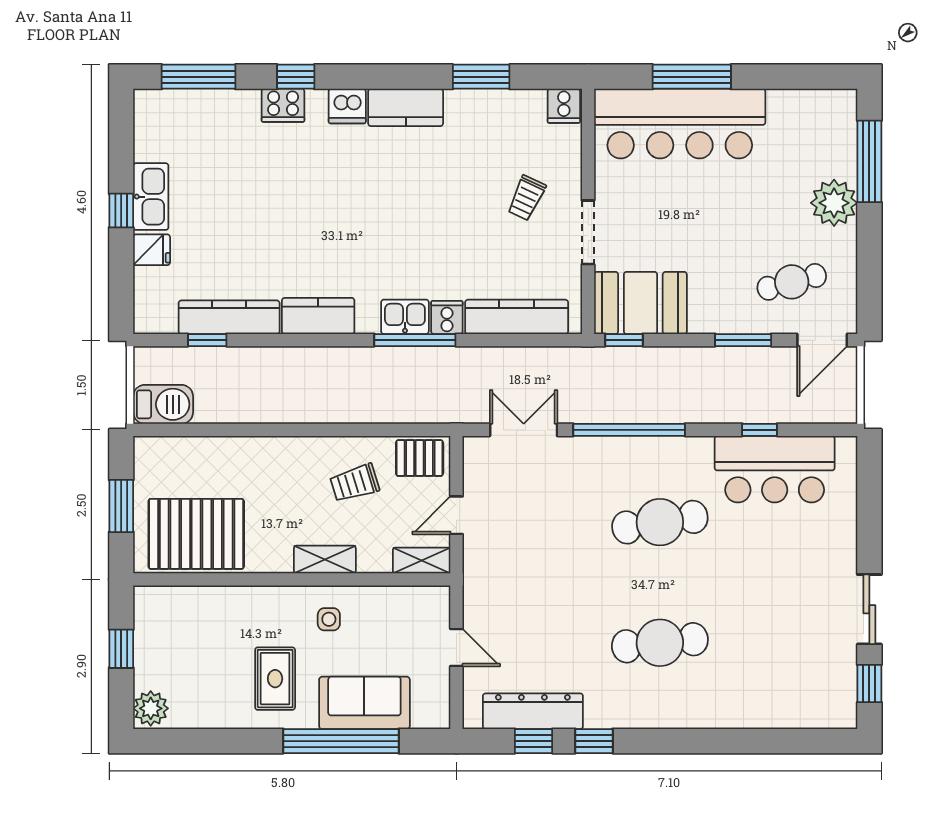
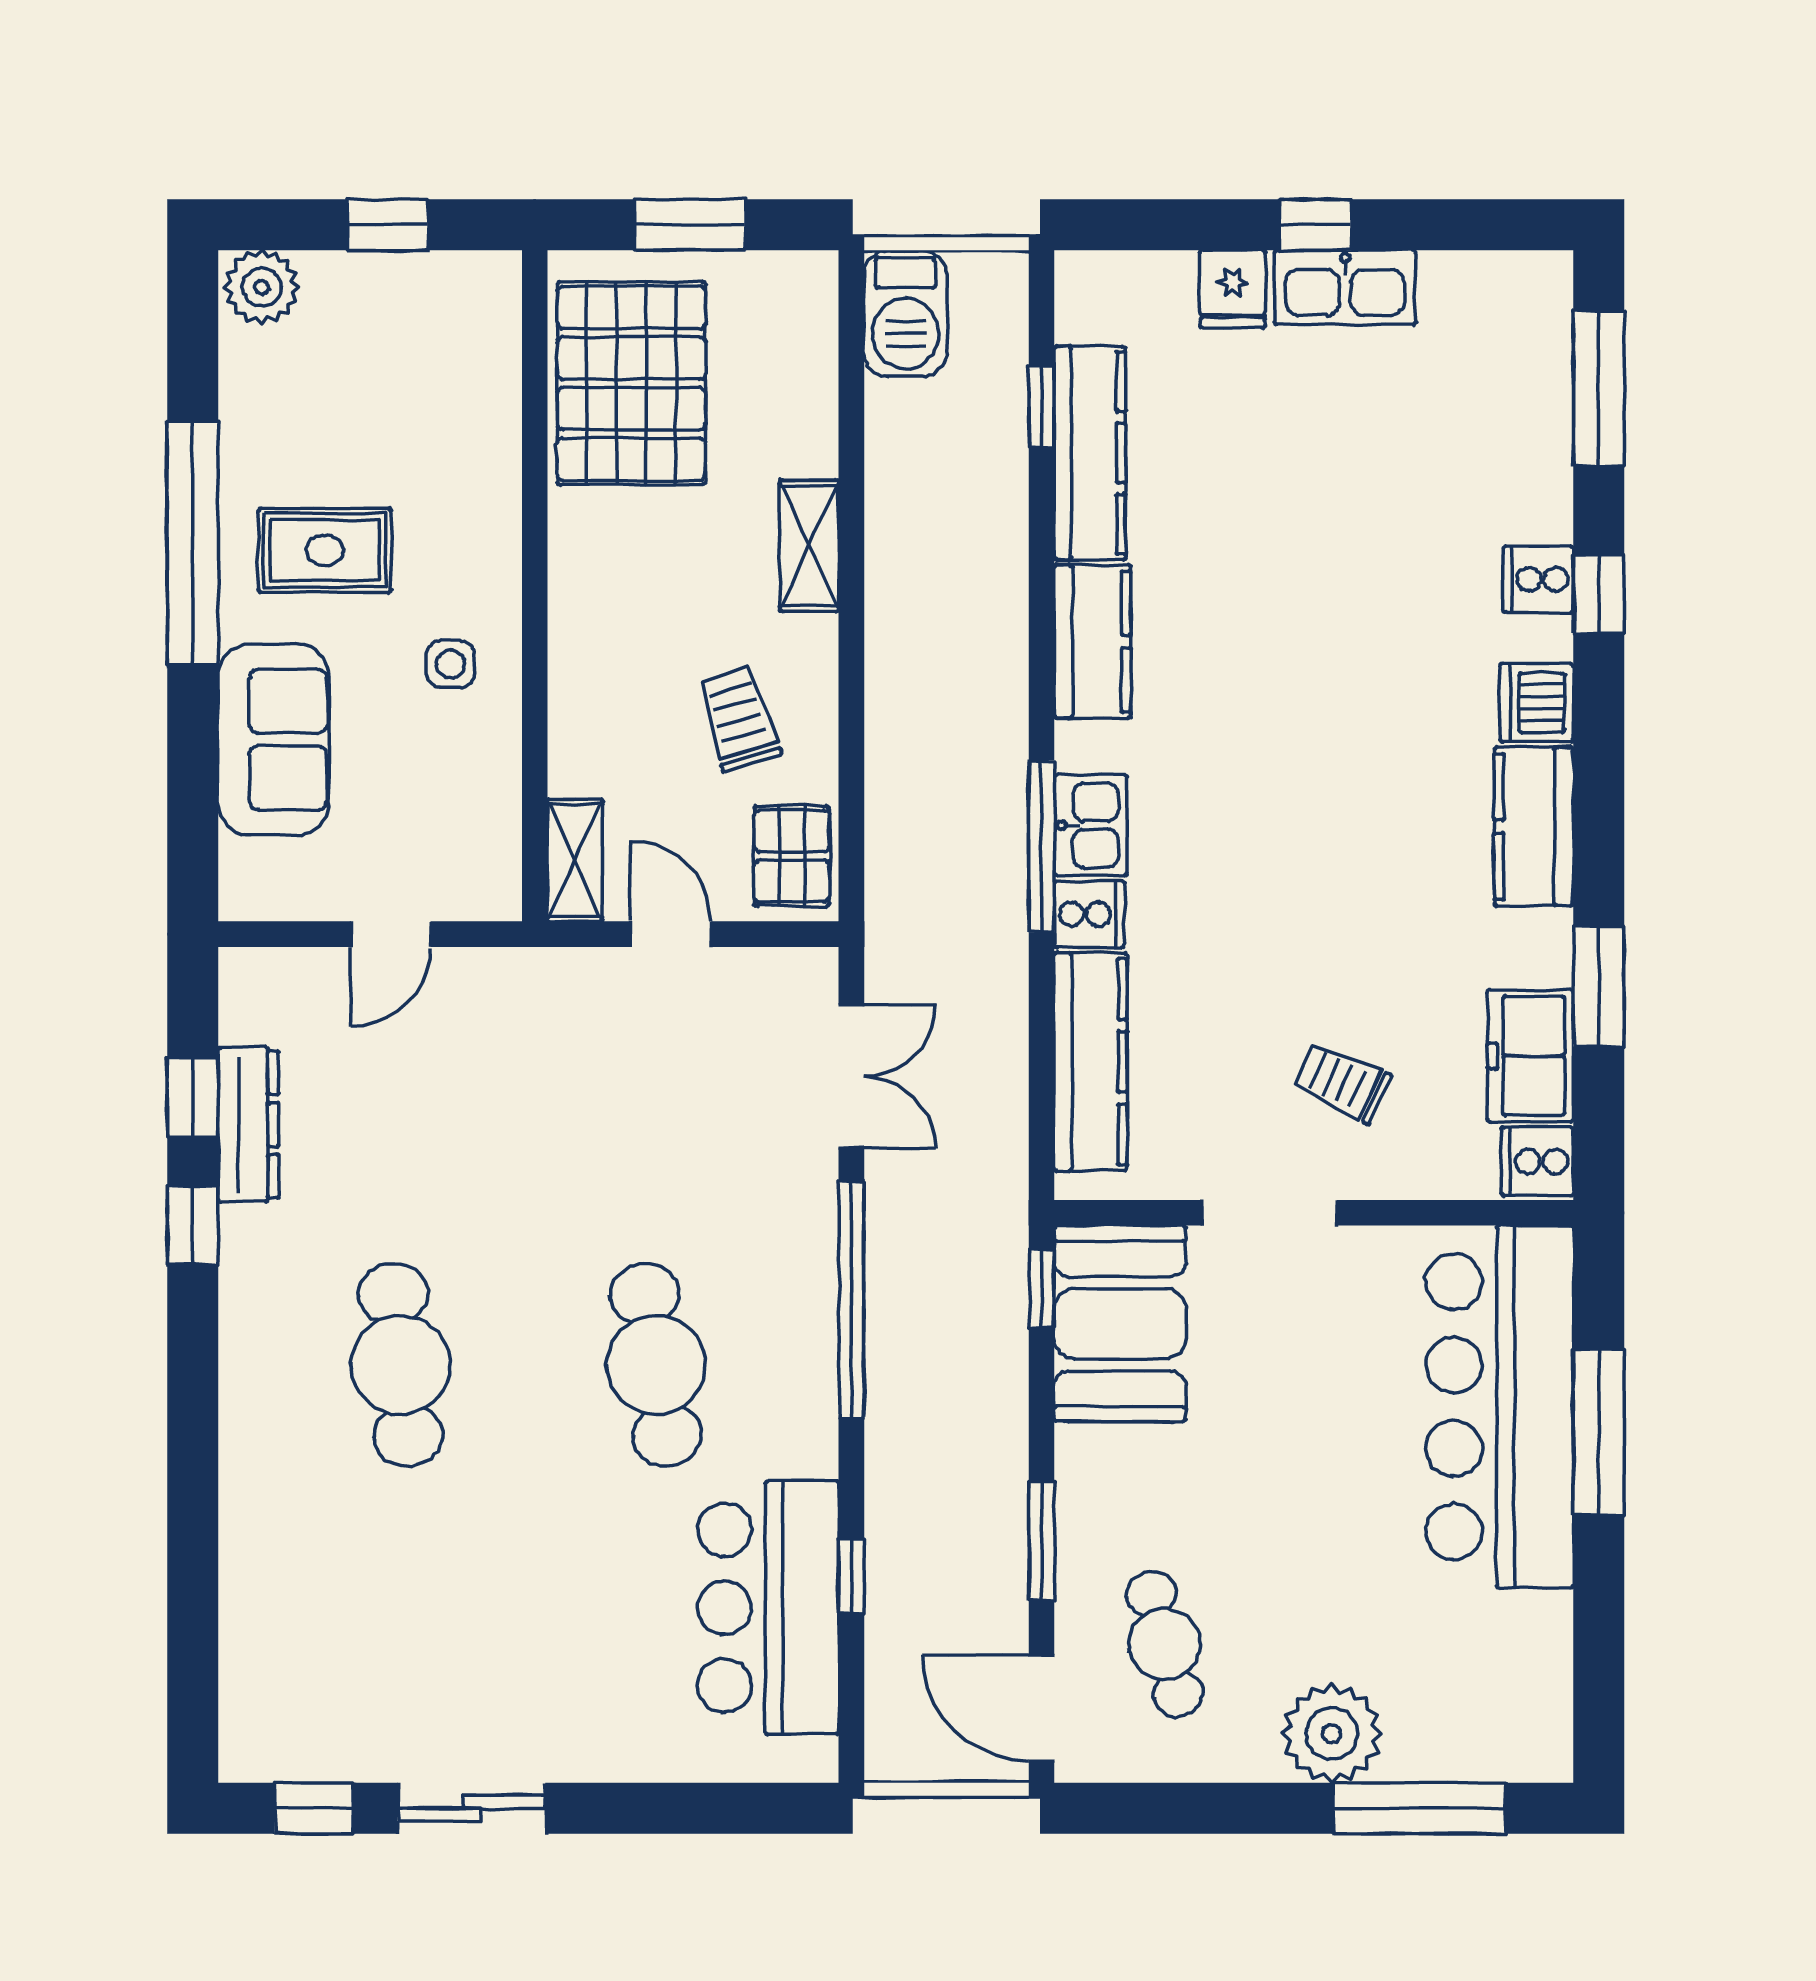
cooker: (283, 105) -> (1538, 579), width x0.73
freezer: (514, 109) -> (1530, 1056), added
shelving: (325, 560) -> (809, 546), moved
dresser: (533, 711) -> (248, 1124), width x0.73, depth x0.80
window: (341, 741) -> (193, 543), moved

